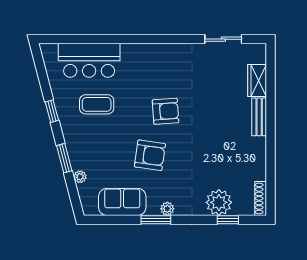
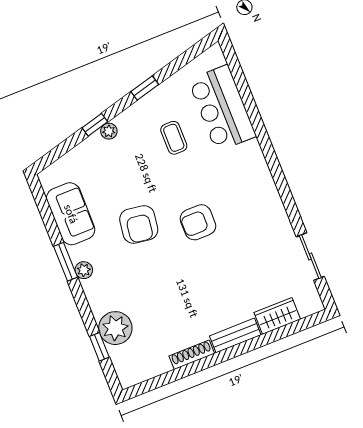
coffee table: (97, 104) -> (174, 138), width x0.73, depth x0.77
armchair: (166, 111) -> (198, 222), turned 94
window: (64, 158) -> (95, 125), width x0.67
plant: (80, 177) -> (109, 131), moved
shoe rack: (261, 198) -> (192, 355), moved

